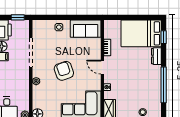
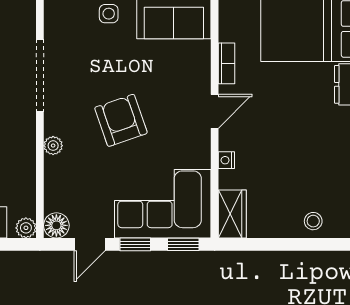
door: (102, 67) -> (215, 111), swing flipped

